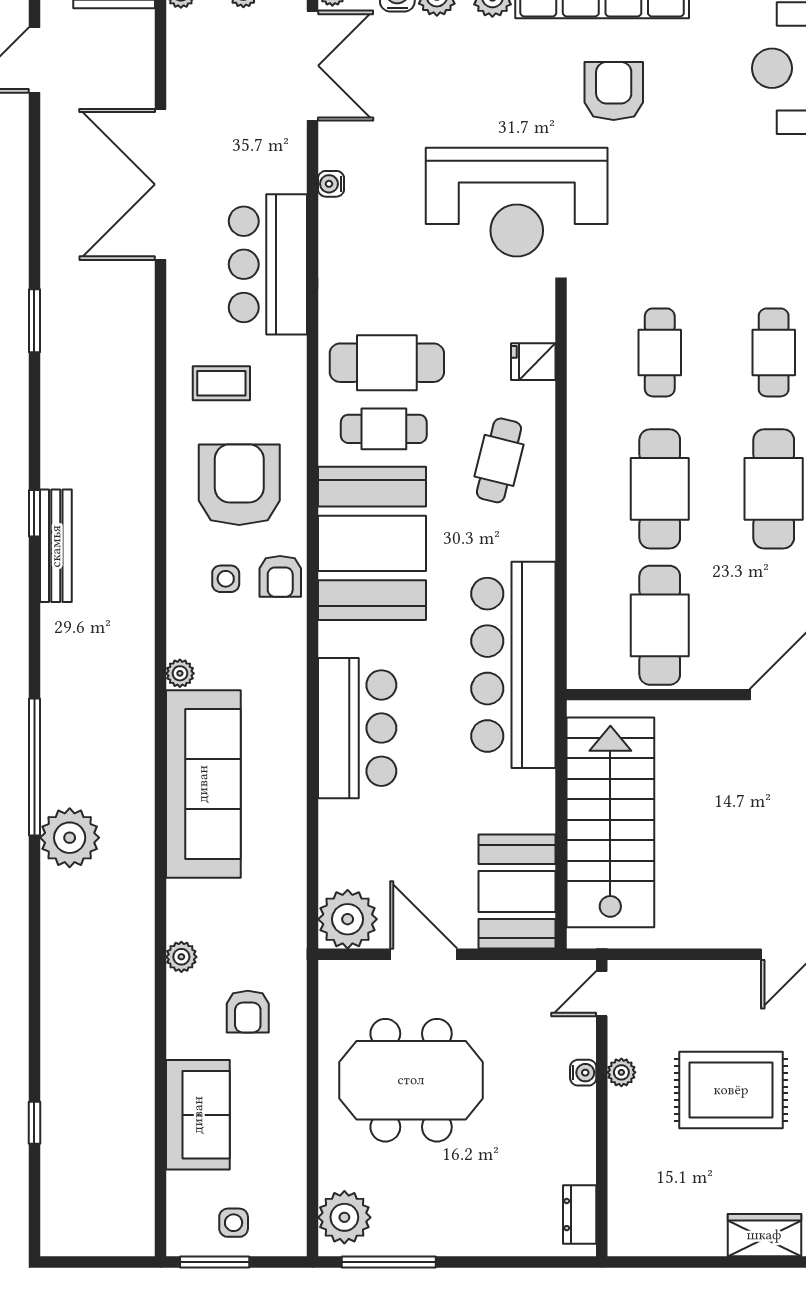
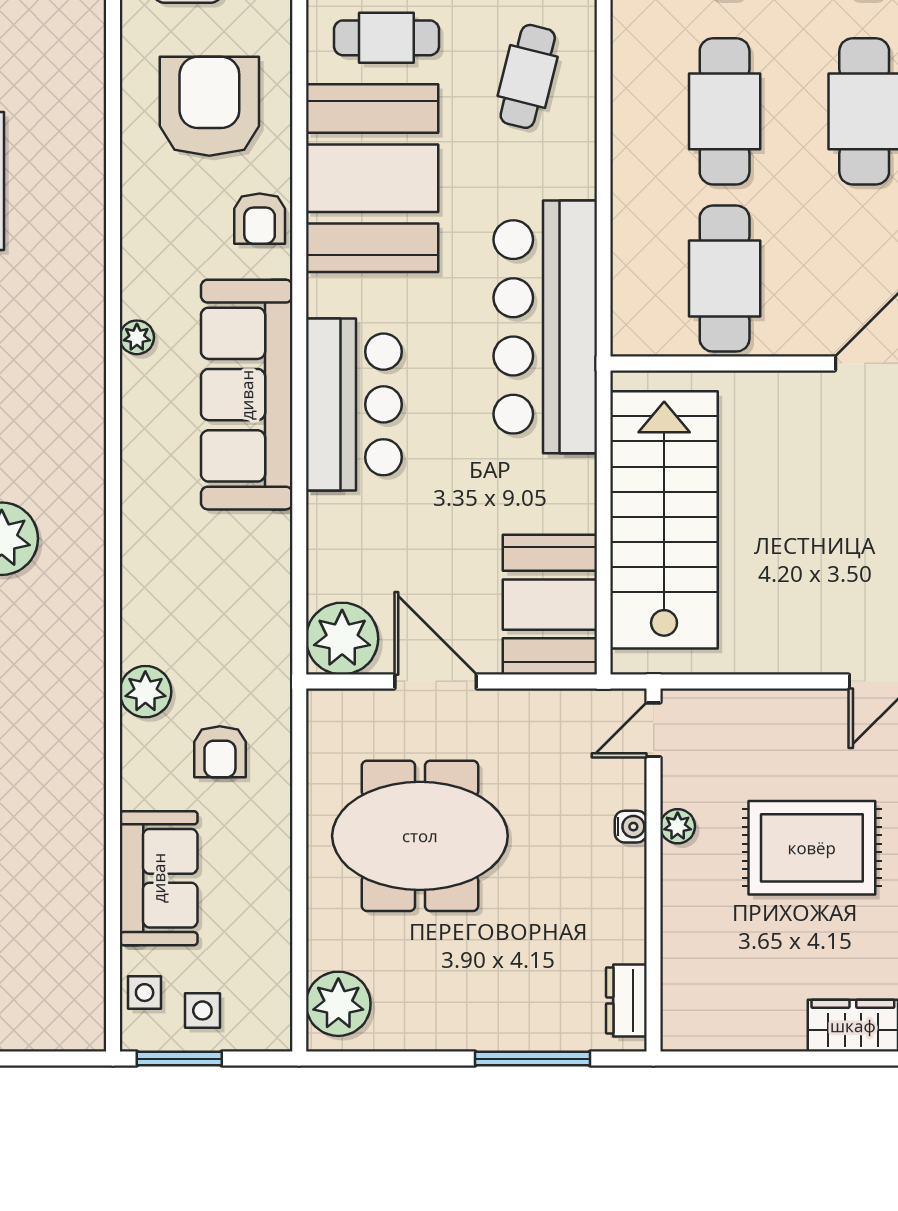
side table: (226, 579) -> (145, 993), moved
sofa: (203, 784) -> (247, 395), moved, turned 180
plant: (181, 957) -> (145, 692), width x1.38, depth x1.38
window: (389, 1262) -> (533, 1059), moved

